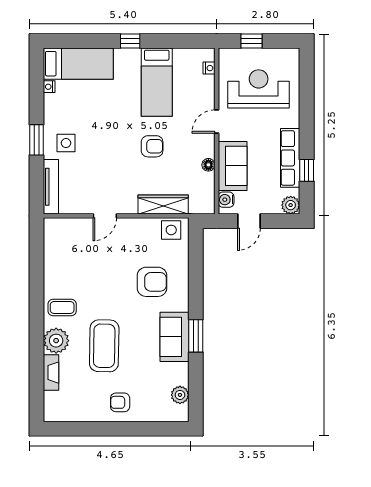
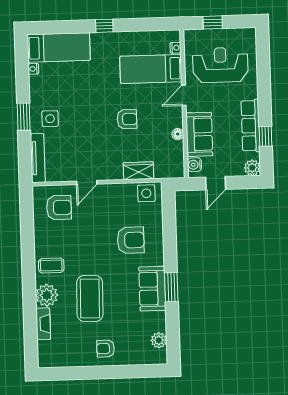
bed: (157, 82) -> (151, 69), moved, turned 90
wardrobe: (163, 204) -> (139, 171), width x0.67
armchair: (73, 243) -> (59, 208), added

